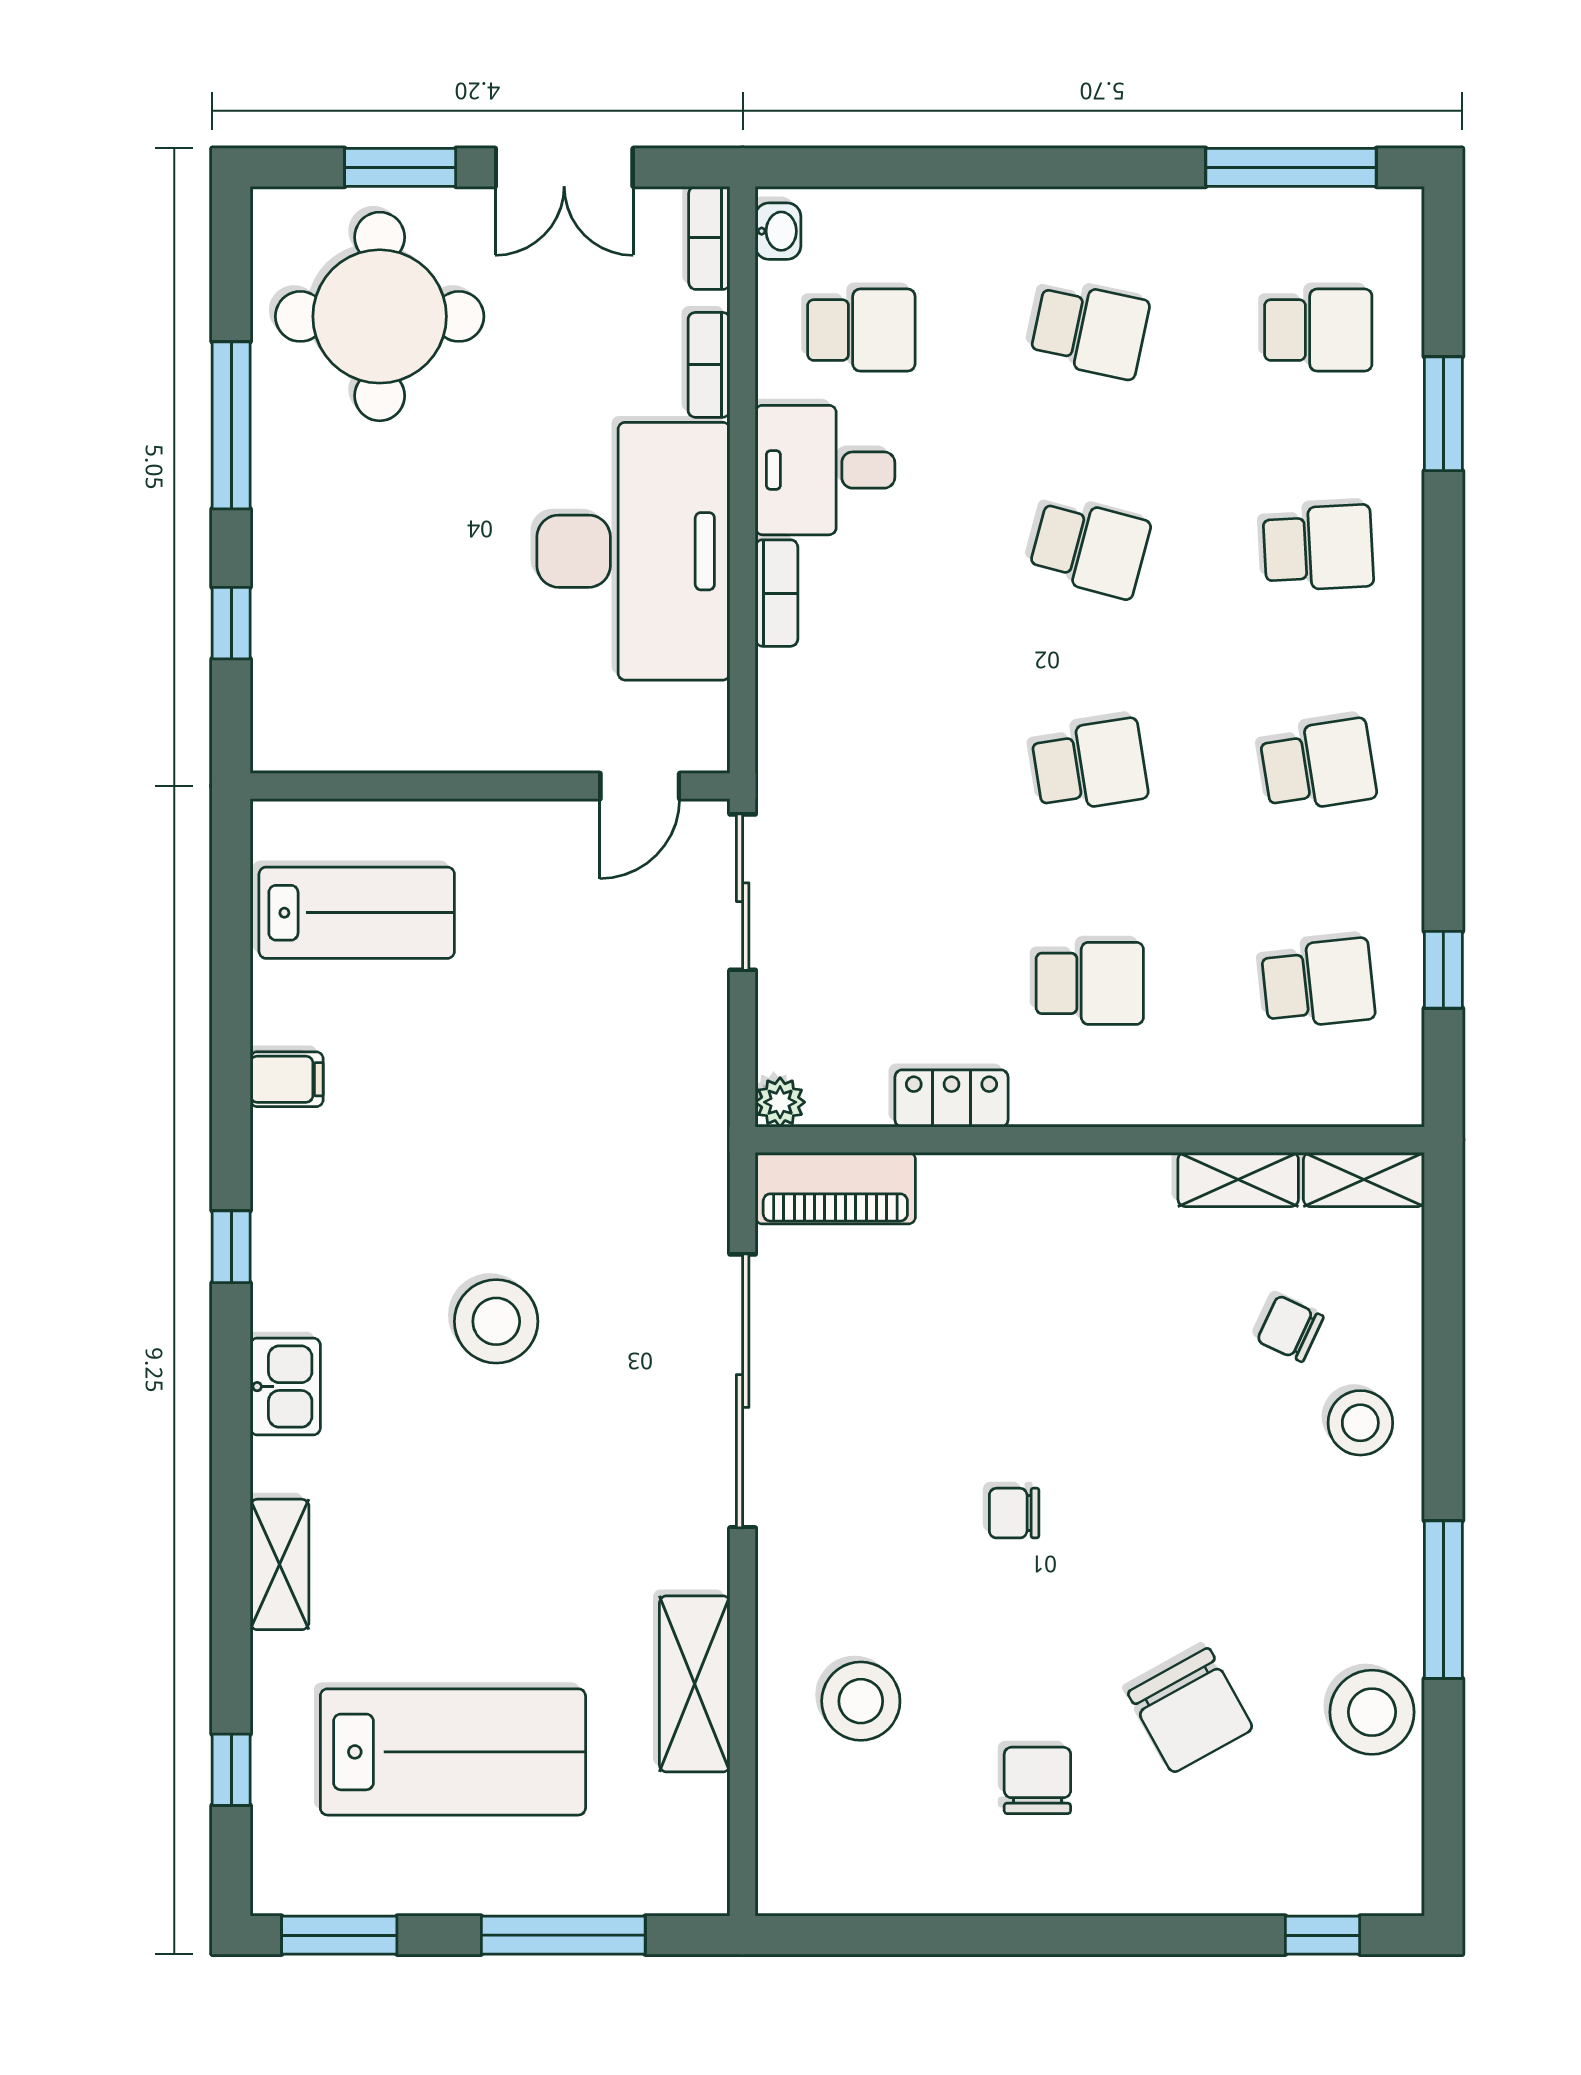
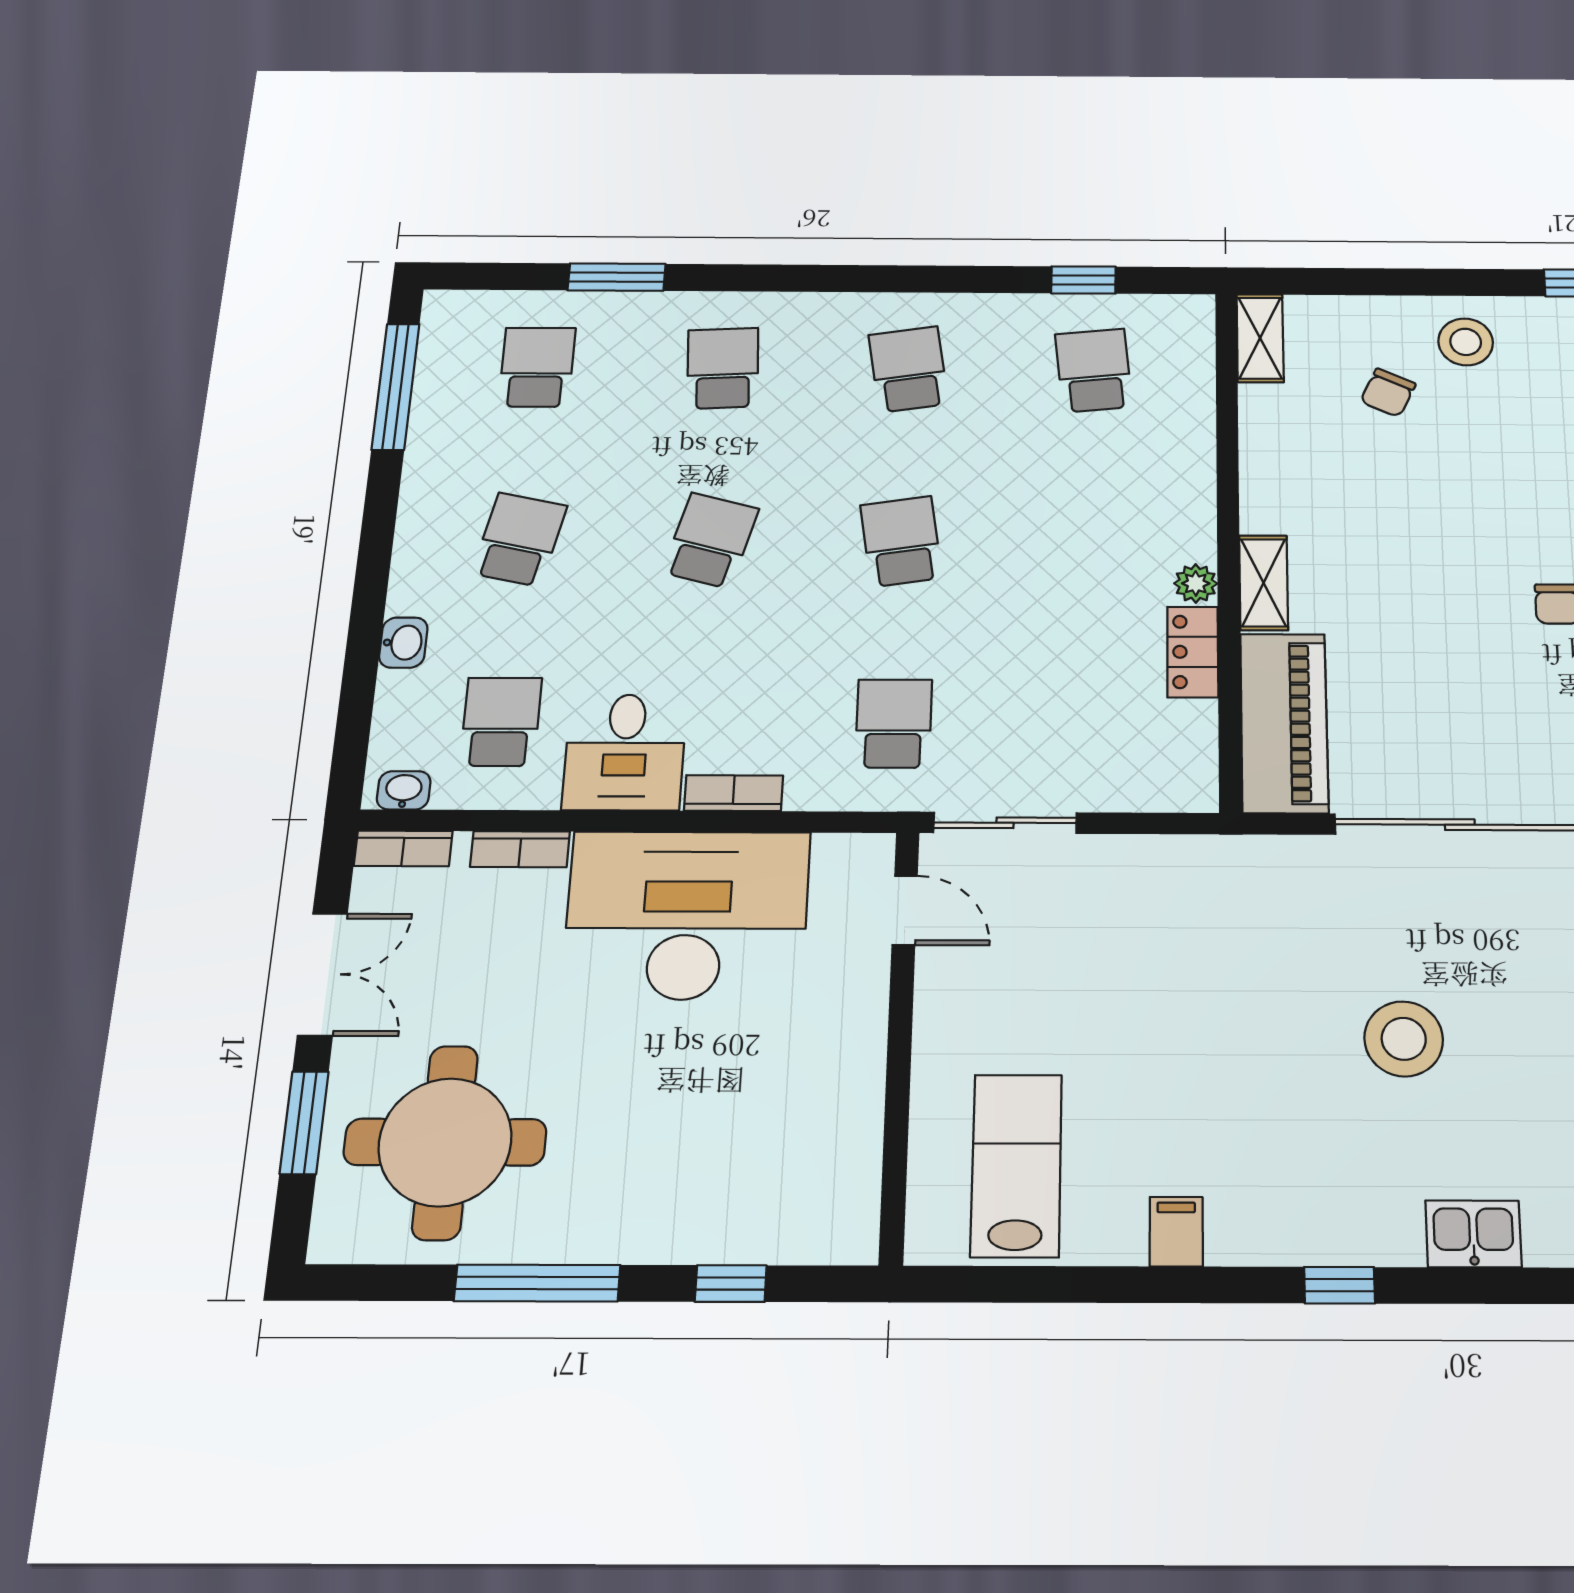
washbasin: (958, 212) -> (403, 643), added
school desk: (1090, 983) -> (894, 724), moved
plant: (780, 1102) -> (1196, 583), moved
shelving: (1238, 1179) -> (1264, 583), moved
piano: (835, 1188) -> (1284, 723), width x1.37, depth x1.33

